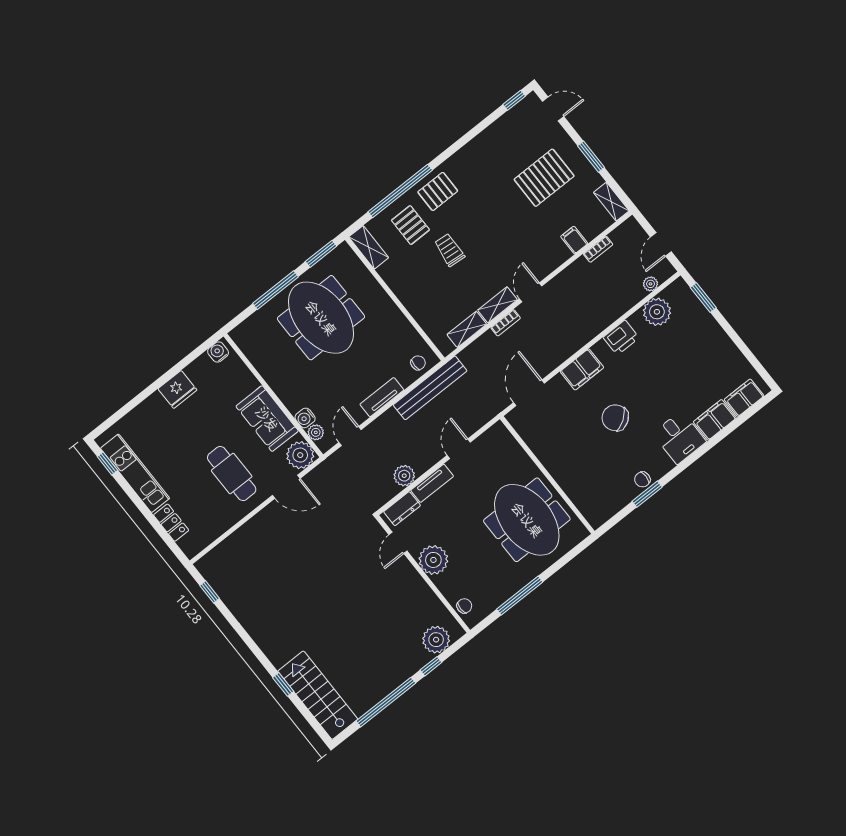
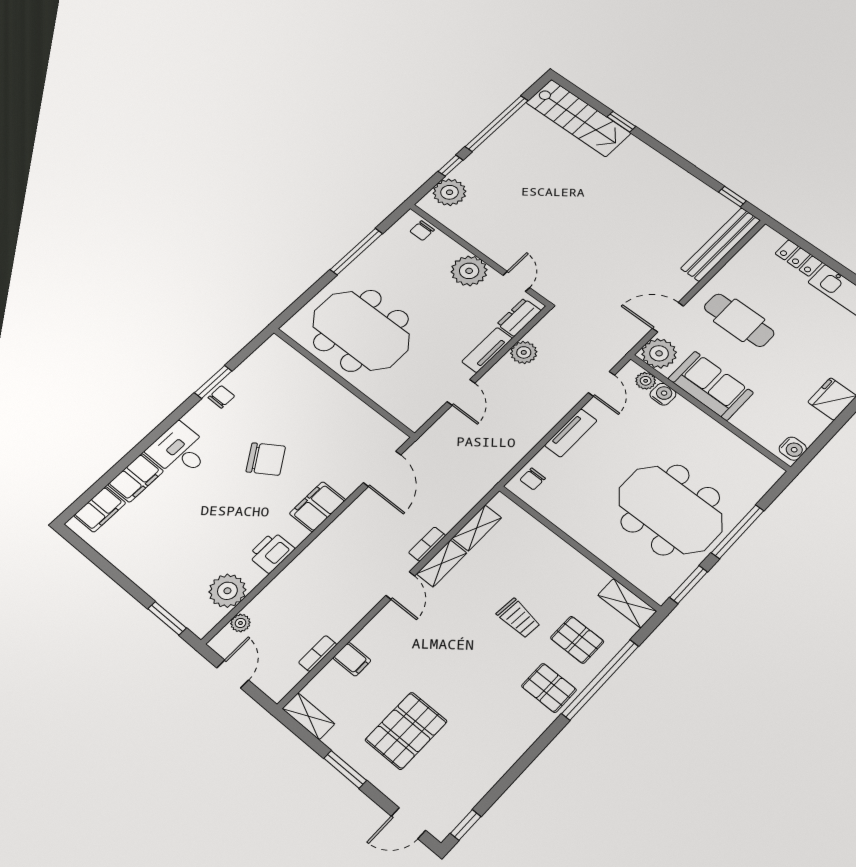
pallet: (438, 191) -> (549, 688), turned 90
bench: (430, 388) -> (721, 244), moved

